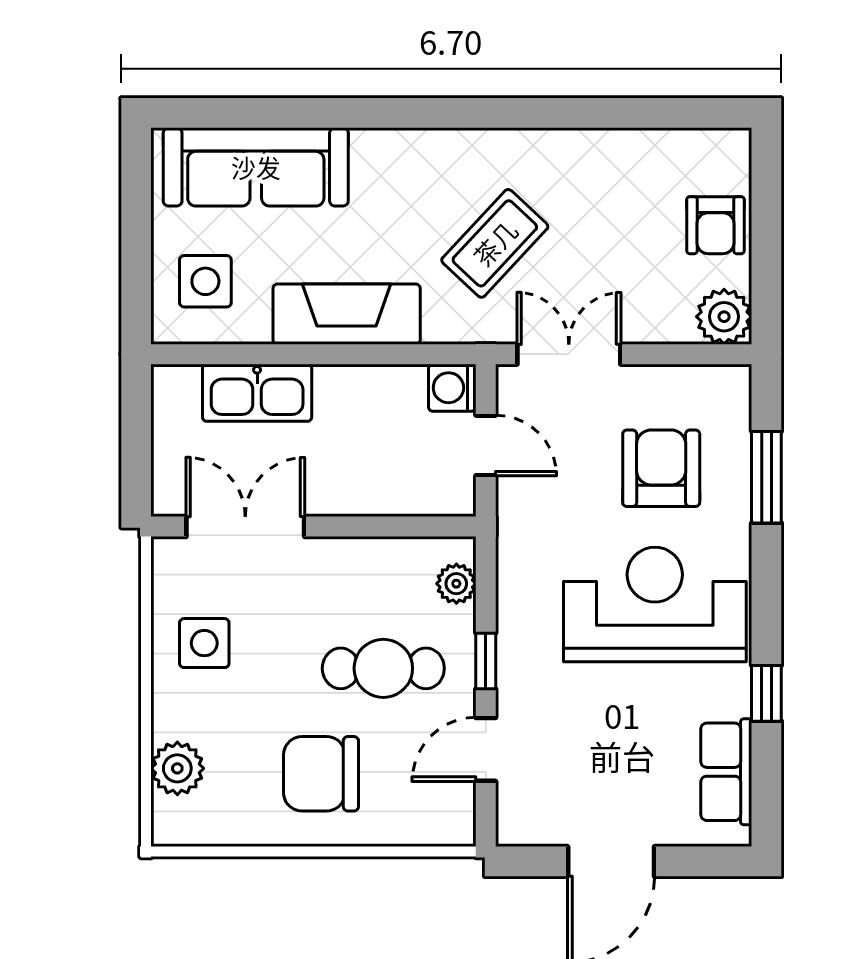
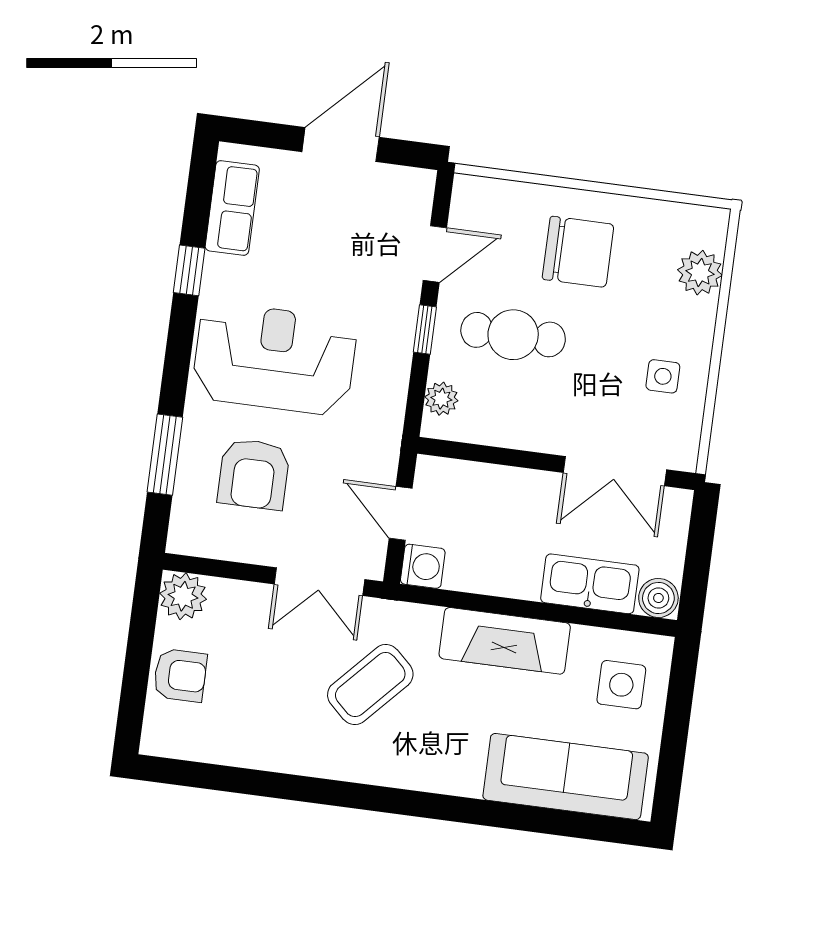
armchair: (715, 225) -> (180, 675), turned 90
boiler: (176, 387) -> (658, 598), added
reception desk: (655, 604) -> (274, 359), turned 180
side table: (204, 643) -> (663, 376), width x0.73, depth x0.73

